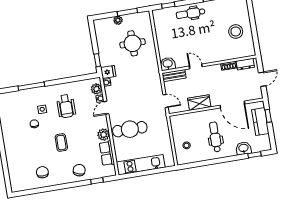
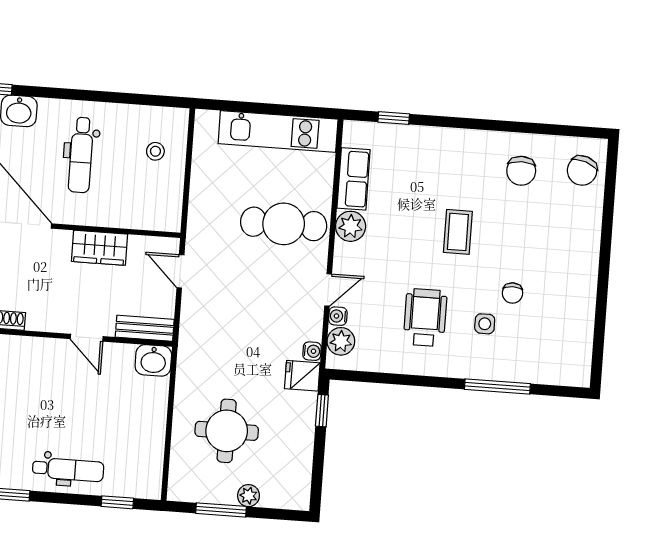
chair: (79, 170) -> (582, 171), moved

